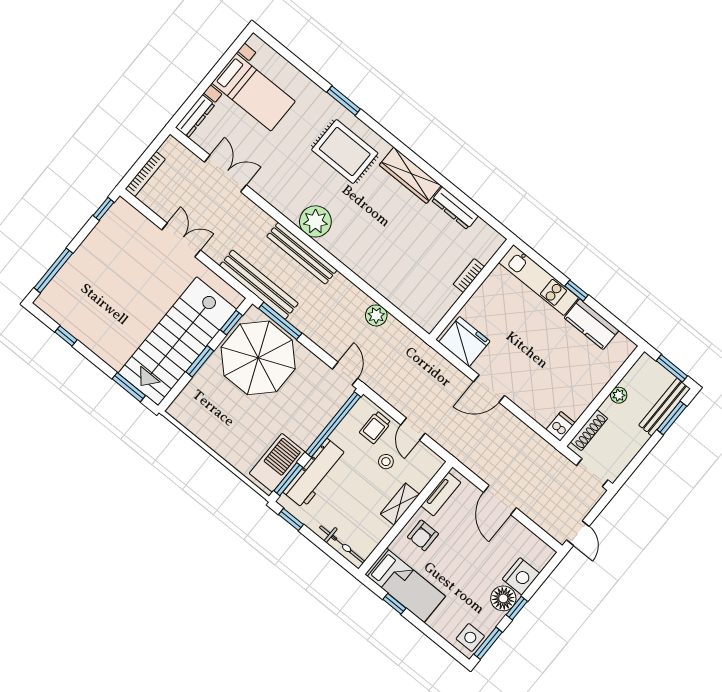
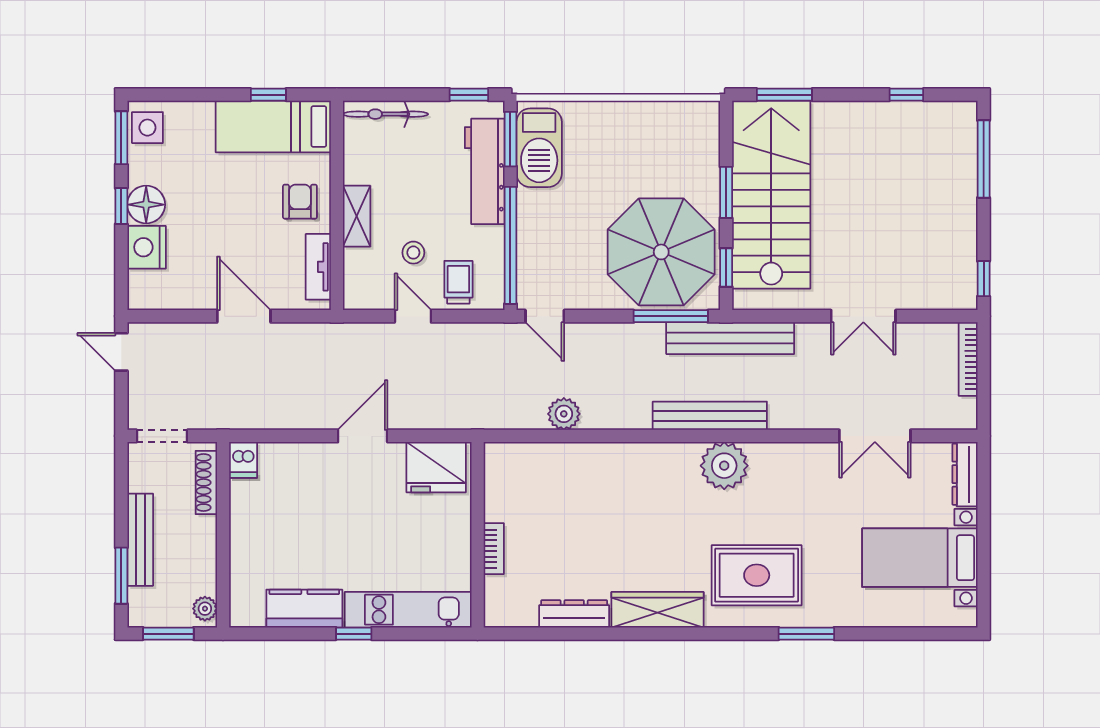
plant: (619, 395) -> (205, 609), moved
bench: (664, 407) -> (140, 540), moved

